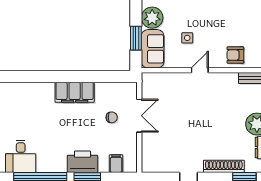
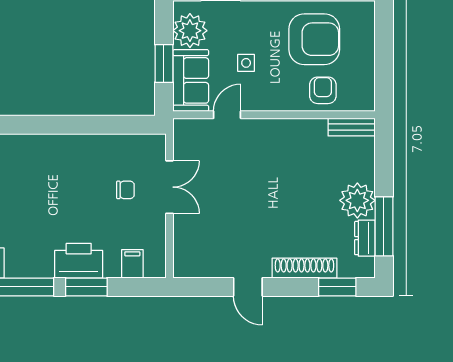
armchair: (230, 23) -> (314, 39), added
armchair: (235, 55) -> (323, 90), turned 90
door: (200, 70) -> (227, 115), moved
filing cabinet: (75, 92) -> (66, 150), removed

